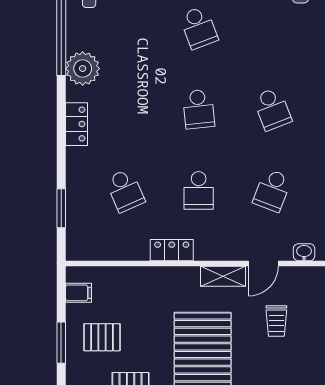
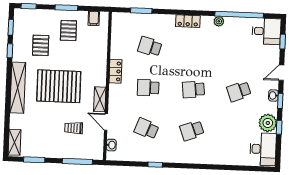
plant: (83, 69) -> (219, 21), width x0.53, depth x0.53
school desk: (125, 190) -> (150, 47), turned 39

